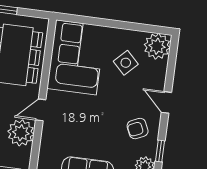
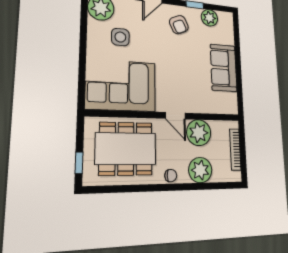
side table: (126, 63) -> (120, 37), turned 45

